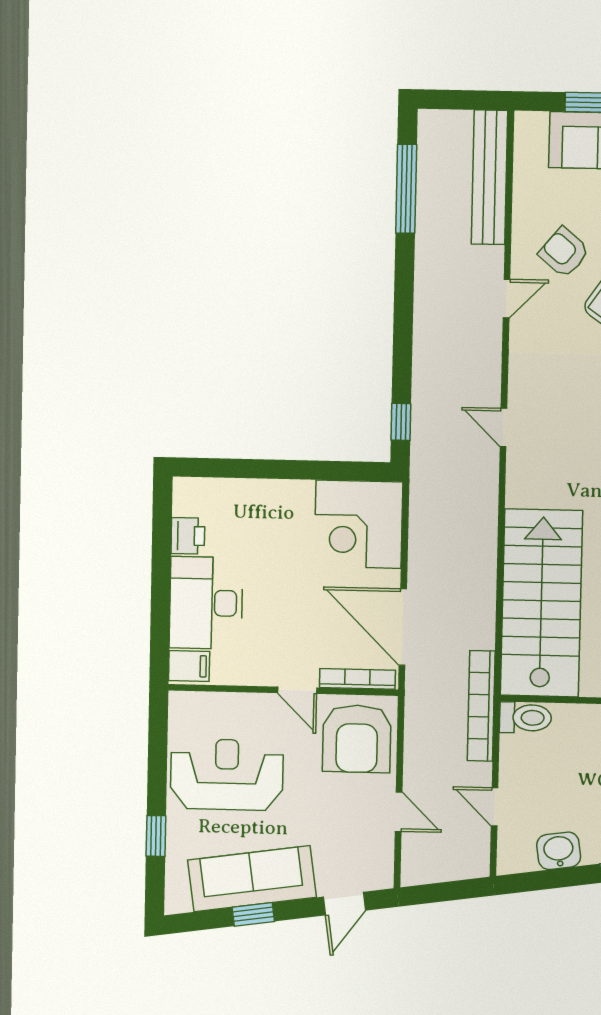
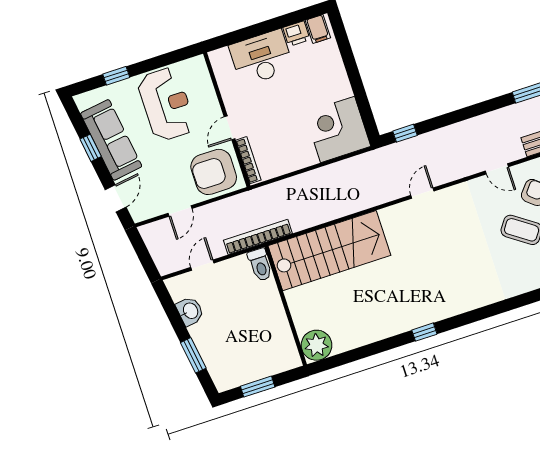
door: (403, 627) -> (287, 176), removed
filing cabinet: (189, 666) -> (318, 29), moved
door: (344, 904) -> (116, 198), swing flipped

